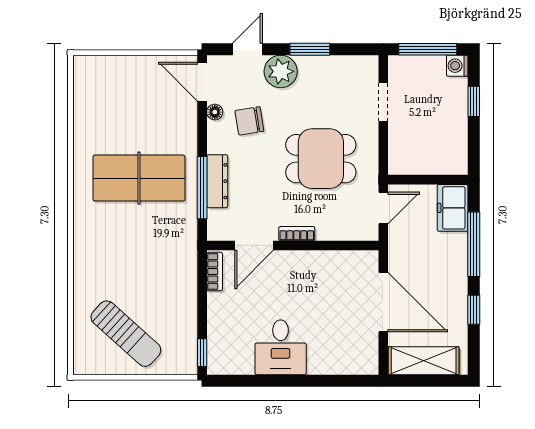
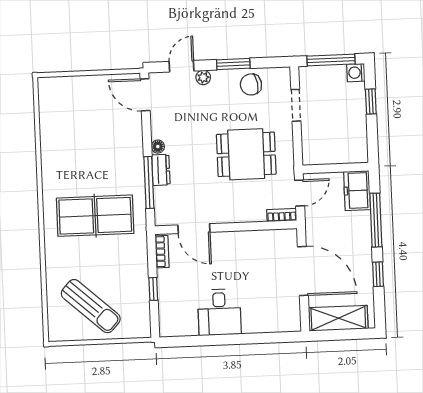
plant: (281, 71) -> (203, 77), width x0.53, depth x0.53
floor lamp: (215, 112) -> (158, 147), moved
chair: (249, 121) -> (251, 84), moved
table tennis table: (139, 178) -> (95, 216), moved
dresser: (217, 181) -> (161, 170), width x0.70
bookcase: (297, 234) -> (282, 215), moved
door: (254, 245) -> (194, 229), hinge flipped
window: (202, 353) -> (153, 289), moved

